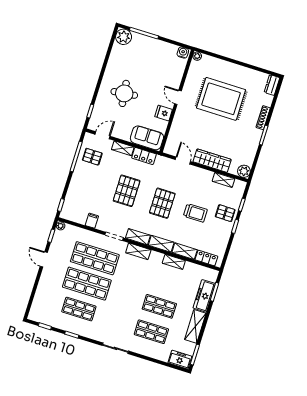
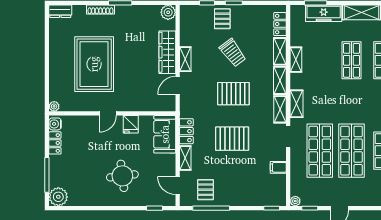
locker: (168, 48) -> (55, 143), added
shelving: (223, 180) -> (185, 59), moved
trolley: (195, 213) -> (233, 53), turned 143

